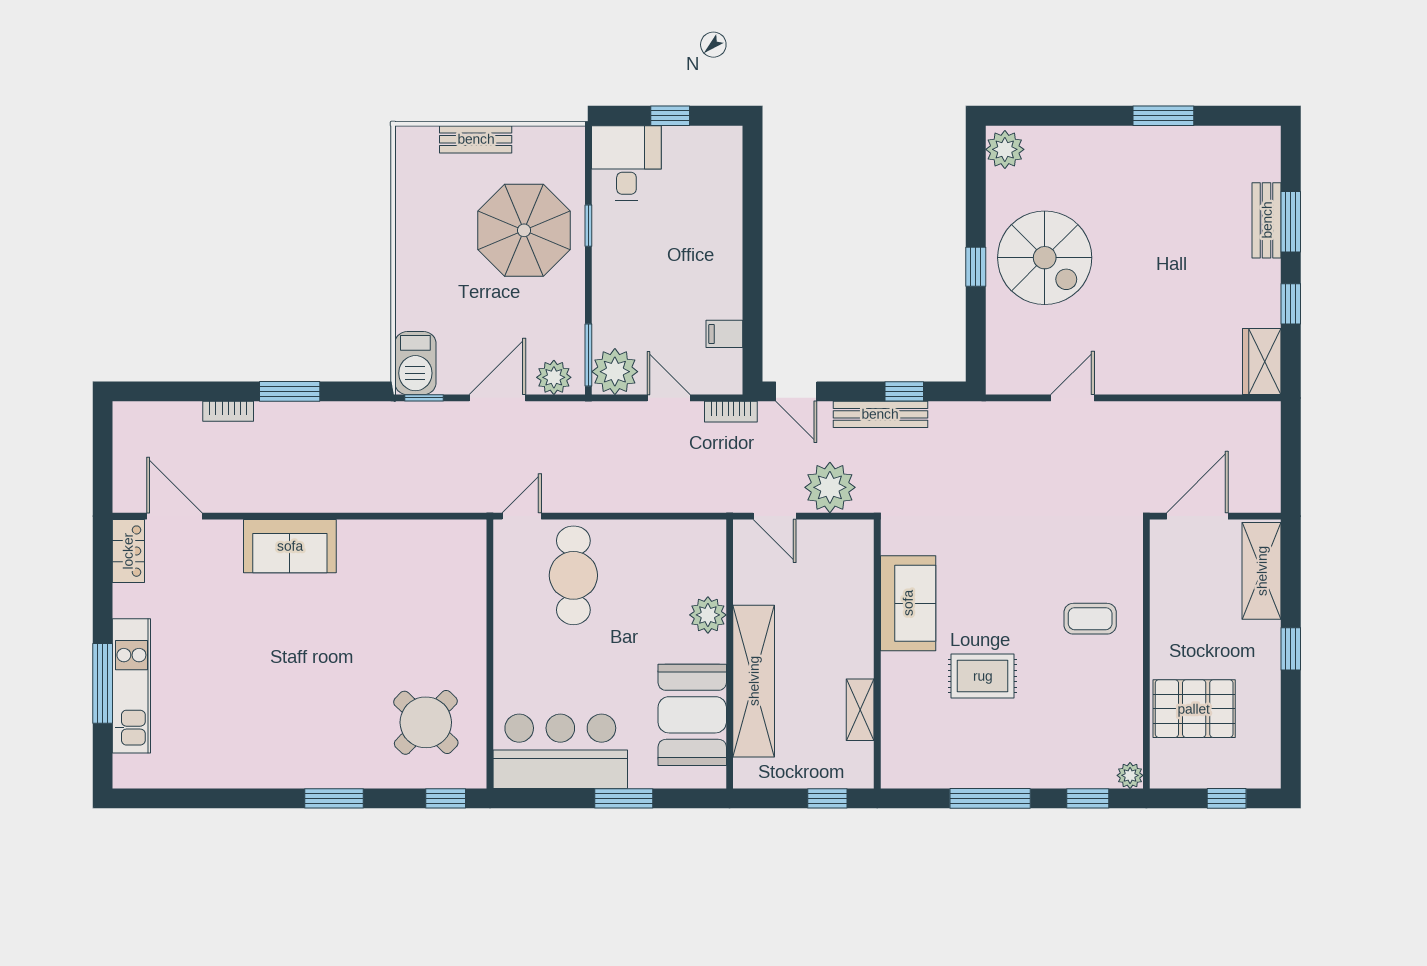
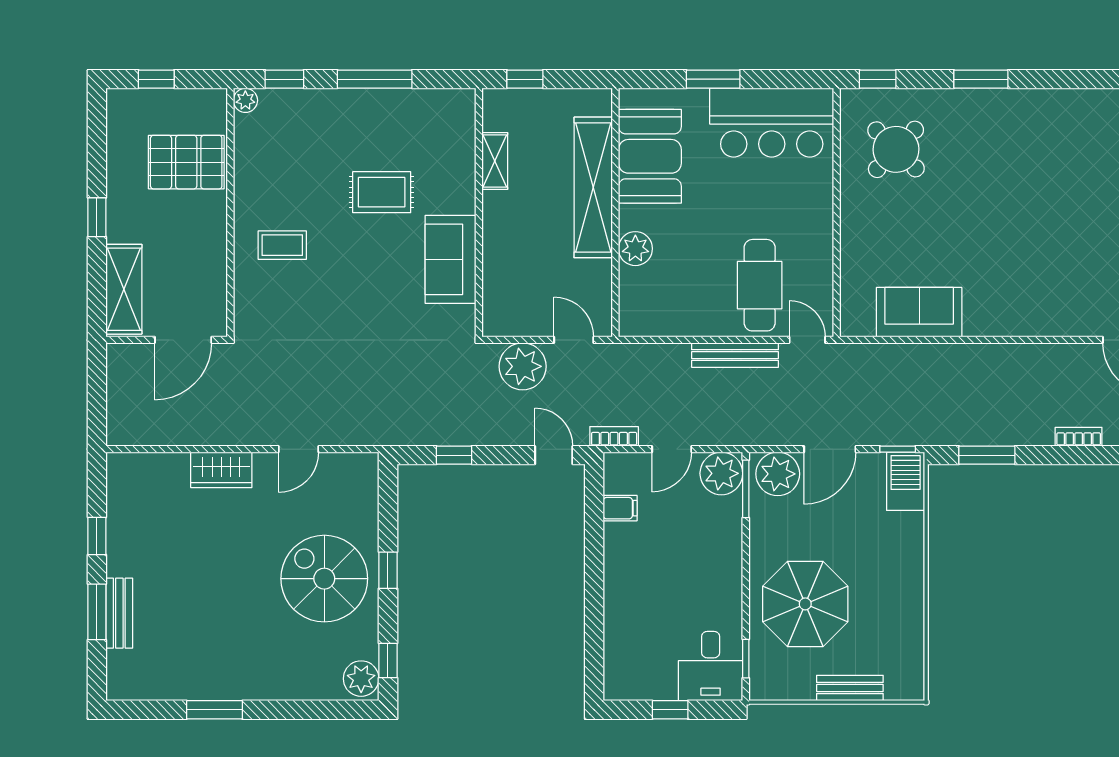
window: (976, 169) -> (388, 660), added
window: (588, 226) -> (746, 659), moved
wardrobe: (1262, 362) -> (221, 470), moved, turned 90
plant: (554, 377) -> (778, 474), width x1.36, depth x1.36
window: (290, 391) -> (987, 455), moved
door: (669, 398) -> (672, 449), hinge flipped
bench: (880, 414) -> (735, 355), moved
door: (522, 516) -> (807, 340), swing flipped
sofa: (290, 546) -> (919, 312), moved

